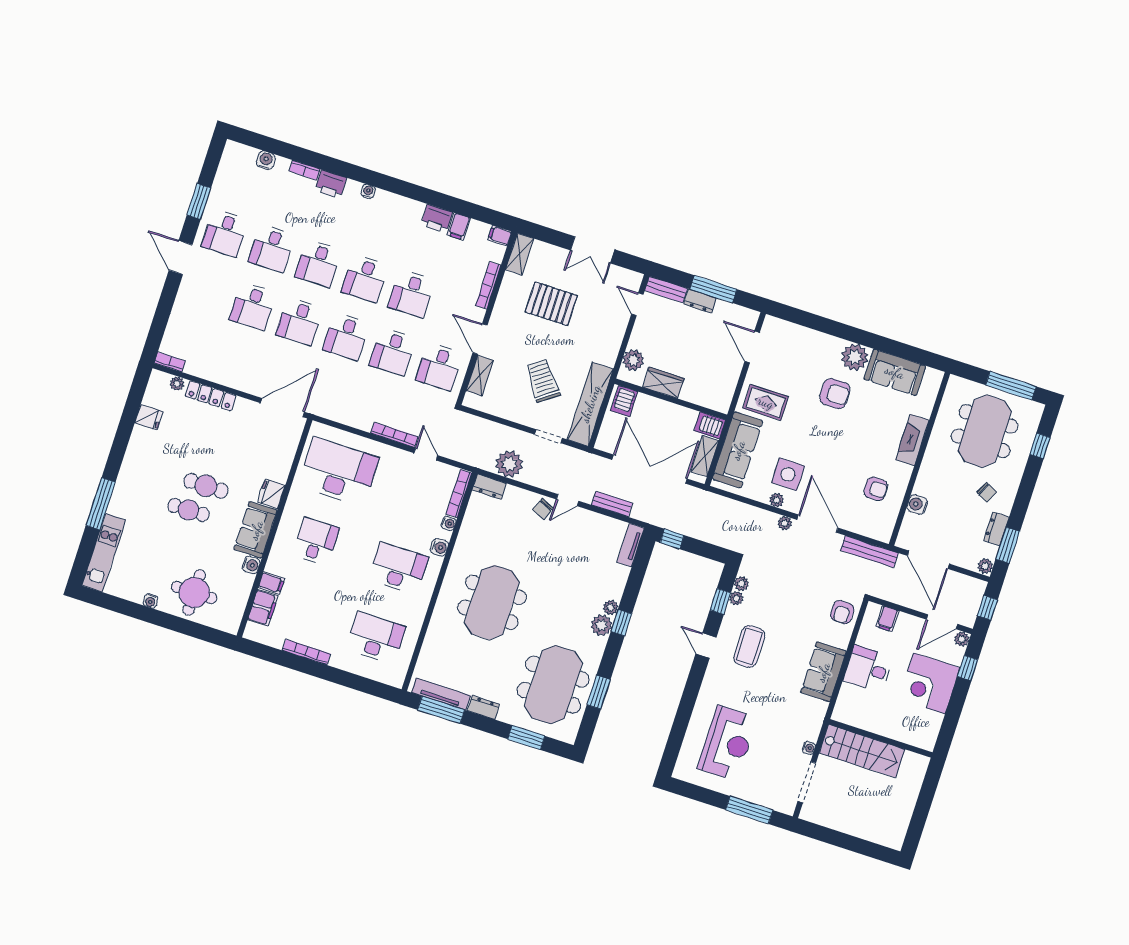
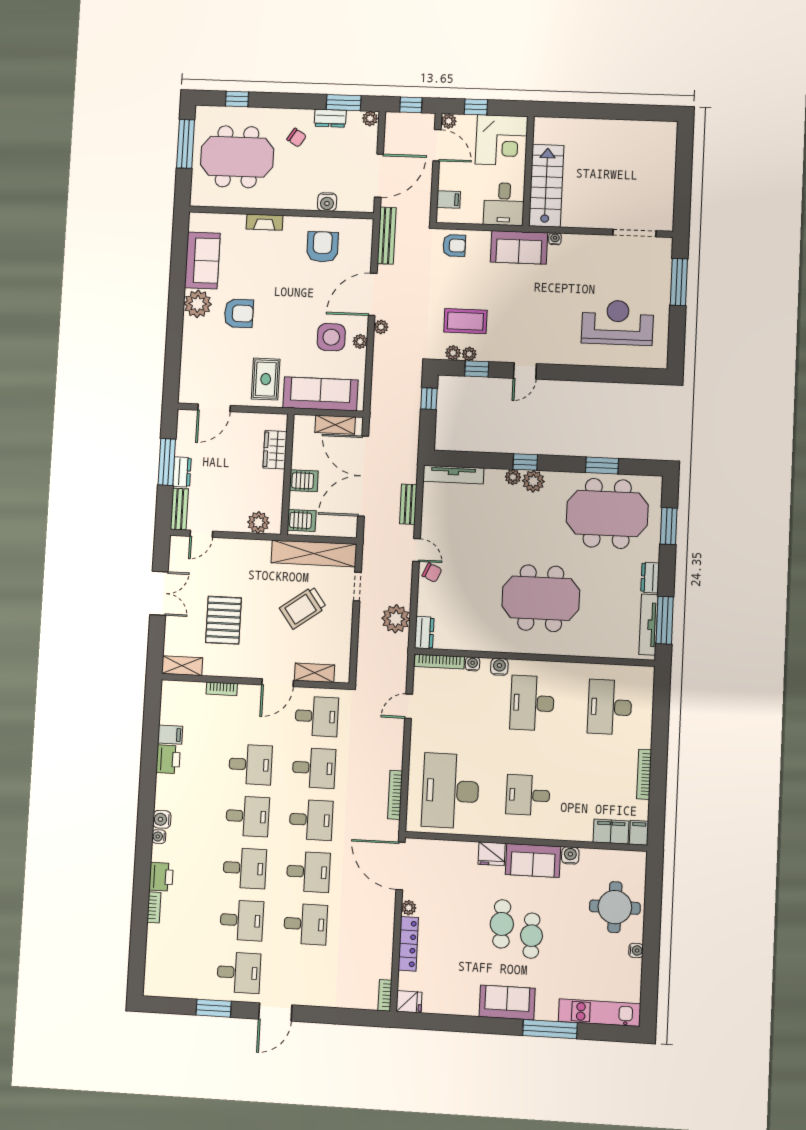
water cooler: (266, 160) -> (162, 819), moved
filing cabinet: (500, 236) -> (169, 691), removed
bookcase: (488, 285) -> (222, 689), width x0.64
plant: (177, 383) -> (409, 908), moved
wardrobe: (663, 383) -> (275, 450), moved
armchair: (835, 394) -> (239, 313), turned 90
fridge: (149, 417) -> (409, 1002), moved, turned 90
server rack: (710, 425) -> (304, 481), moved, turned -90
bookcase: (394, 435) -> (395, 795), moved
fireplace: (912, 440) -> (265, 222), width x0.73, depth x0.76
sofa: (134, 471) -> (507, 1003), added
armchair: (876, 489) -> (323, 247), width x1.38, depth x1.38
chair: (987, 492) -> (297, 138), turned 96
window: (672, 539) -> (429, 399), moved
tv unit: (631, 545) -> (453, 475), width x1.41
filing cabinet: (271, 583) -> (639, 833), moved
coffee table: (749, 646) -> (465, 321), moved
wall: (881, 738) -> (528, 171), moved
water cooler: (809, 748) -> (555, 239), moved
stairs: (862, 751) -> (546, 186), moved

